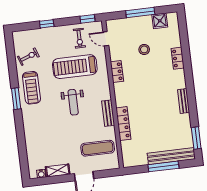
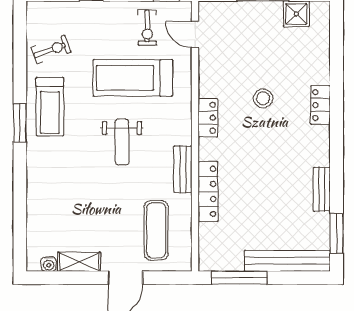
stool: (144, 49) -> (263, 98), moved
locker: (178, 58) -> (320, 105), moved
locker: (117, 72) -> (208, 118), moved
bench: (184, 101) -> (322, 189), moved
exercise mat: (98, 148) -> (156, 230), turned 90
window: (163, 166) -> (239, 278), moved

